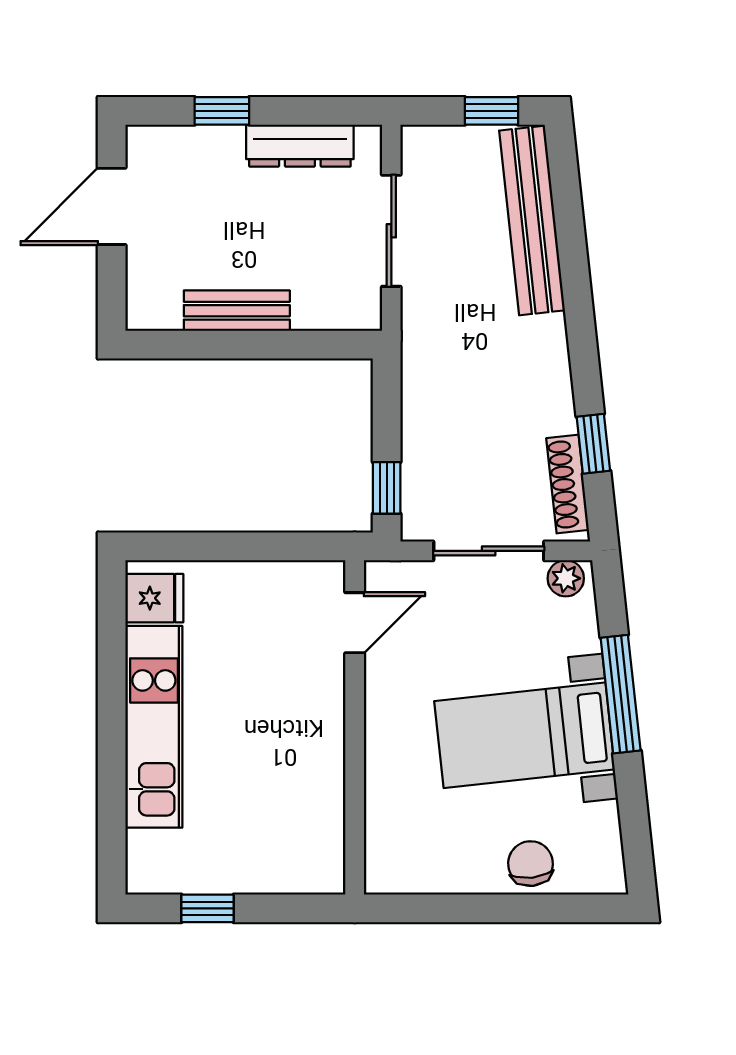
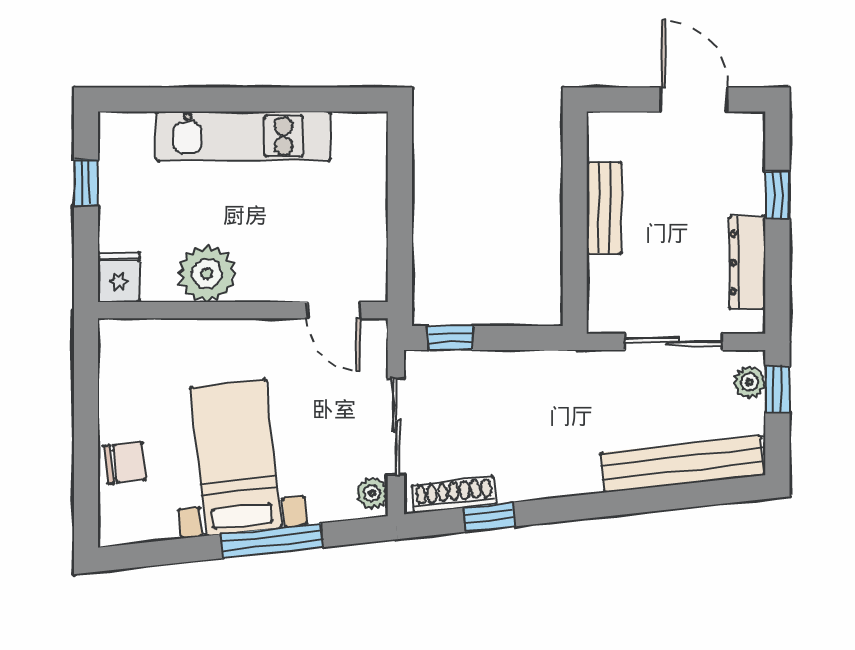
window: (492, 111) -> (777, 390), moved
plant: (438, 143) -> (749, 382), added
fridge: (154, 598) -> (119, 277), moved, turned 180
plant: (312, 769) -> (207, 274), added

